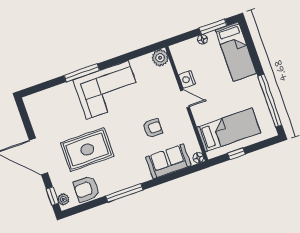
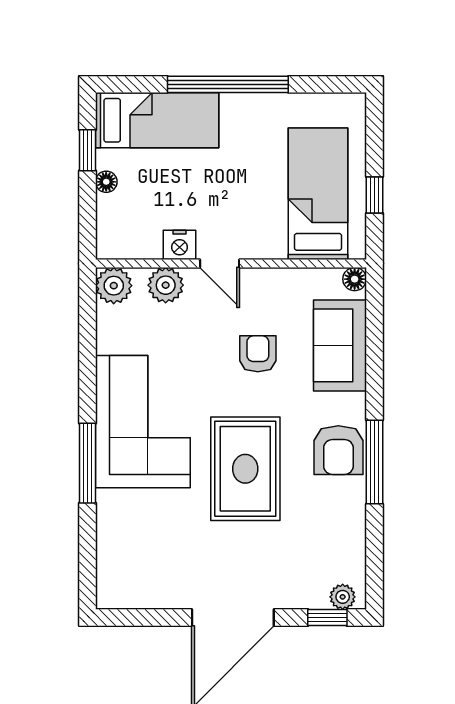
window: (213, 27) -> (87, 150), width x0.67
plant: (168, 79) -> (166, 285), added
door: (185, 99) -> (220, 264), swing flipped
window: (270, 101) -> (228, 84), moved
rug: (87, 150) -> (245, 469), moved
armchair: (86, 189) -> (338, 450), moved

